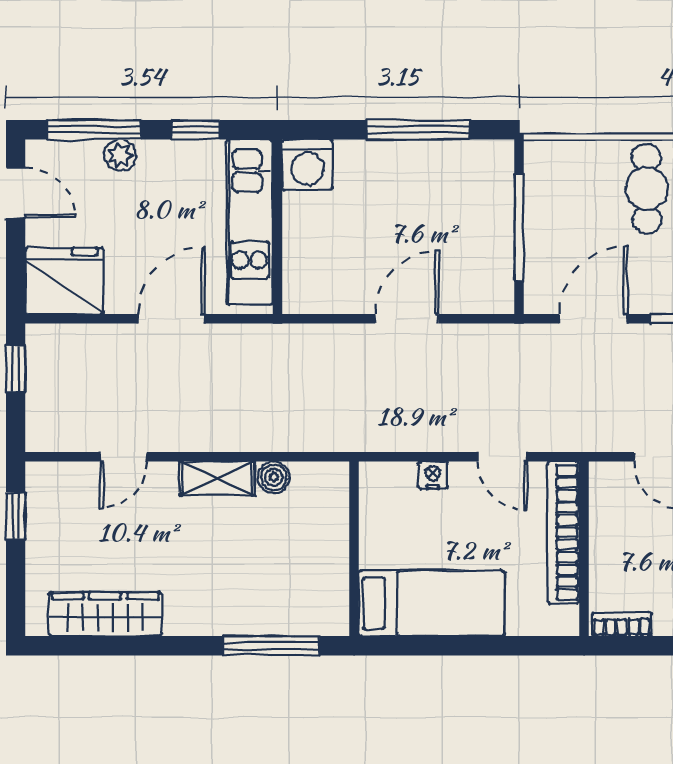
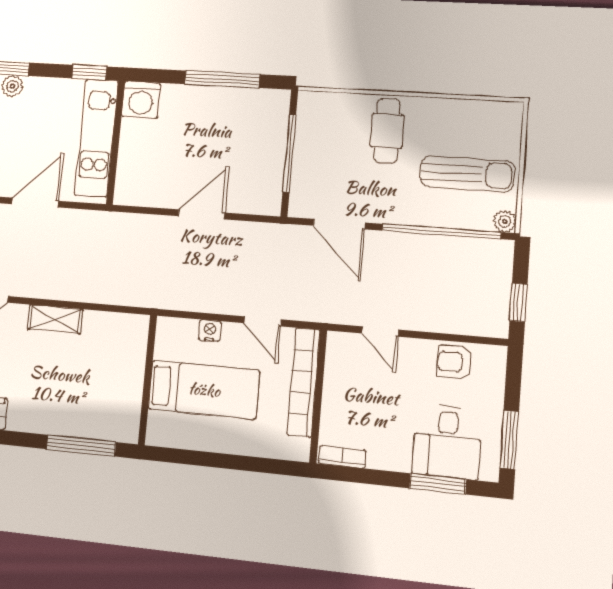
window: (196, 130) -> (89, 72), moved
door: (593, 319) -> (339, 224), swing flipped
boiler: (274, 477) -> (95, 322), removed
bed: (432, 603) -> (204, 390), moved

